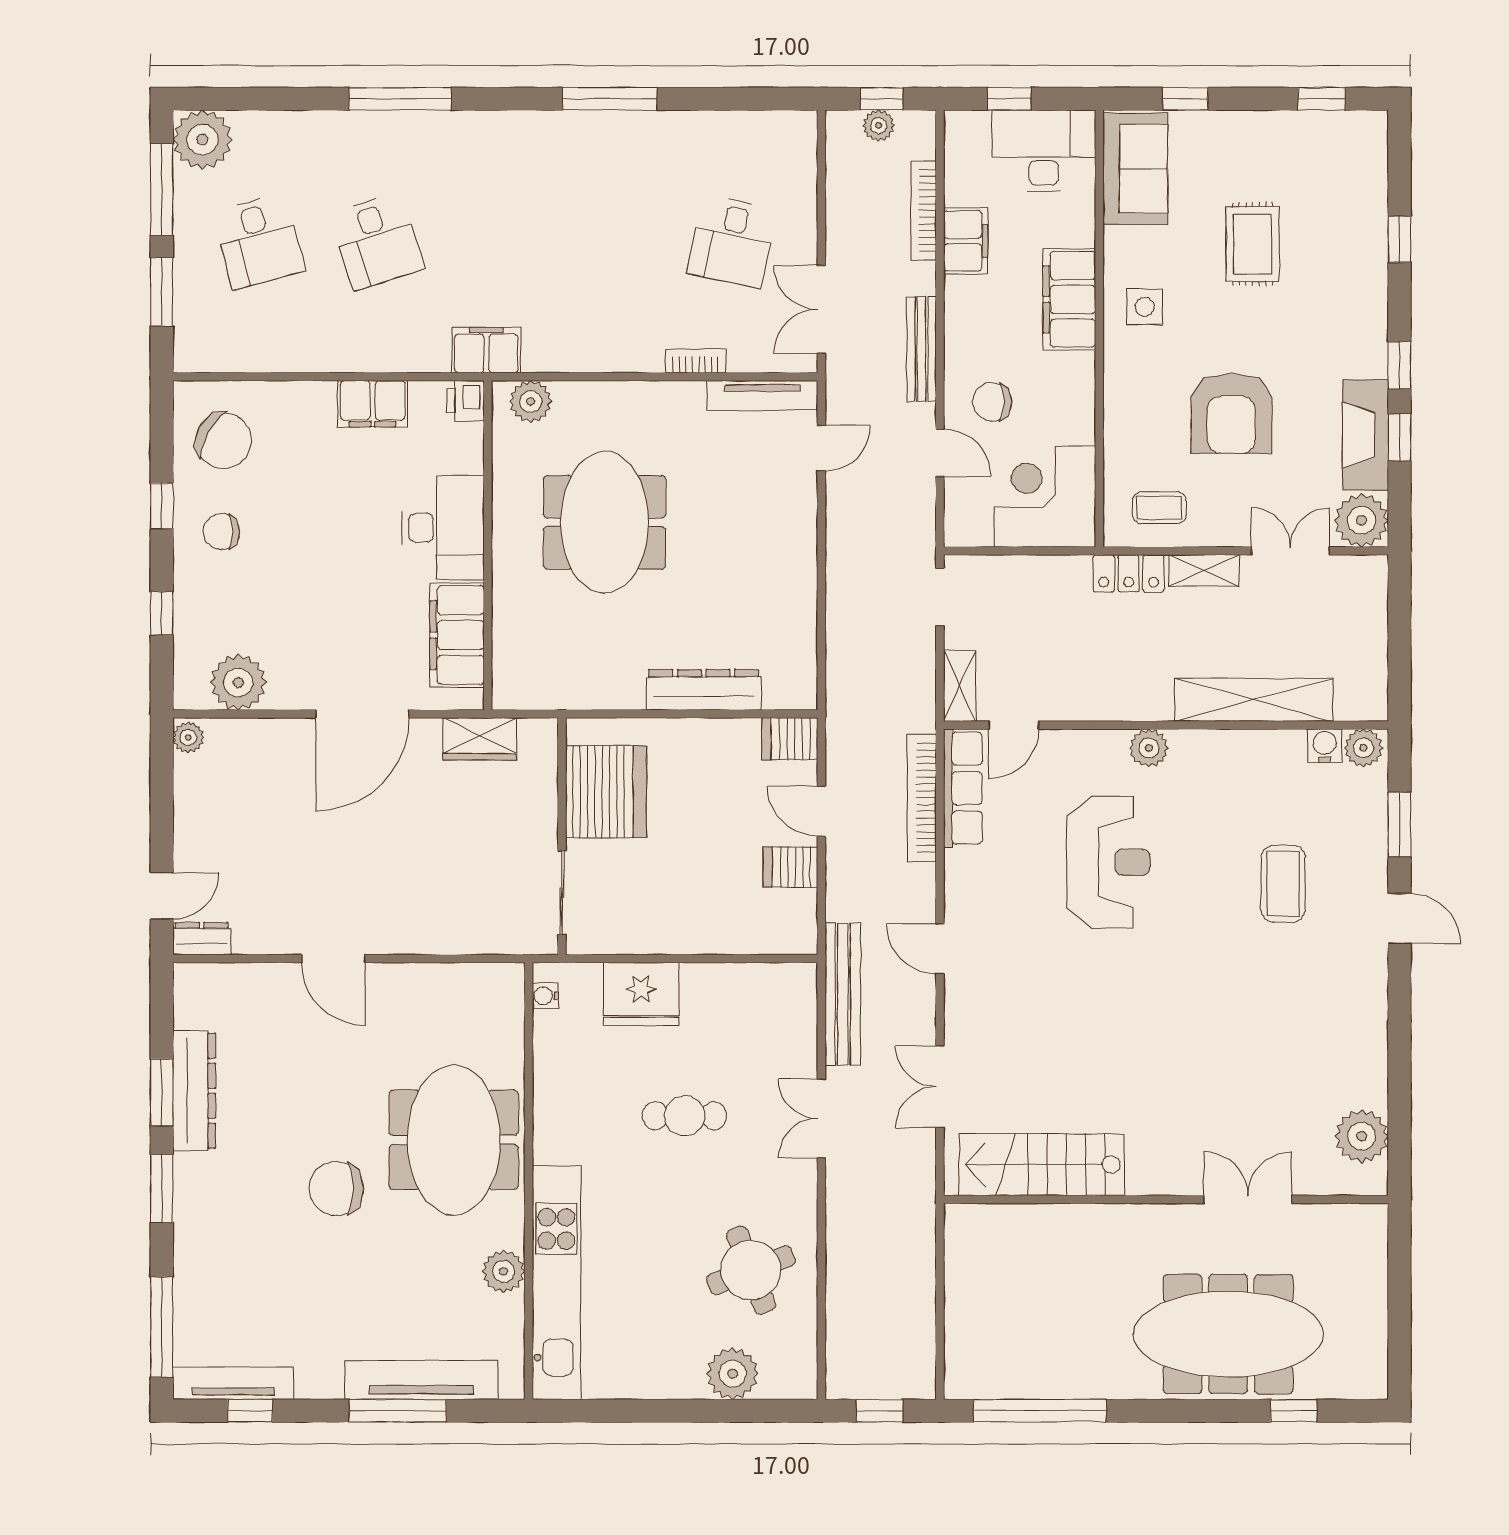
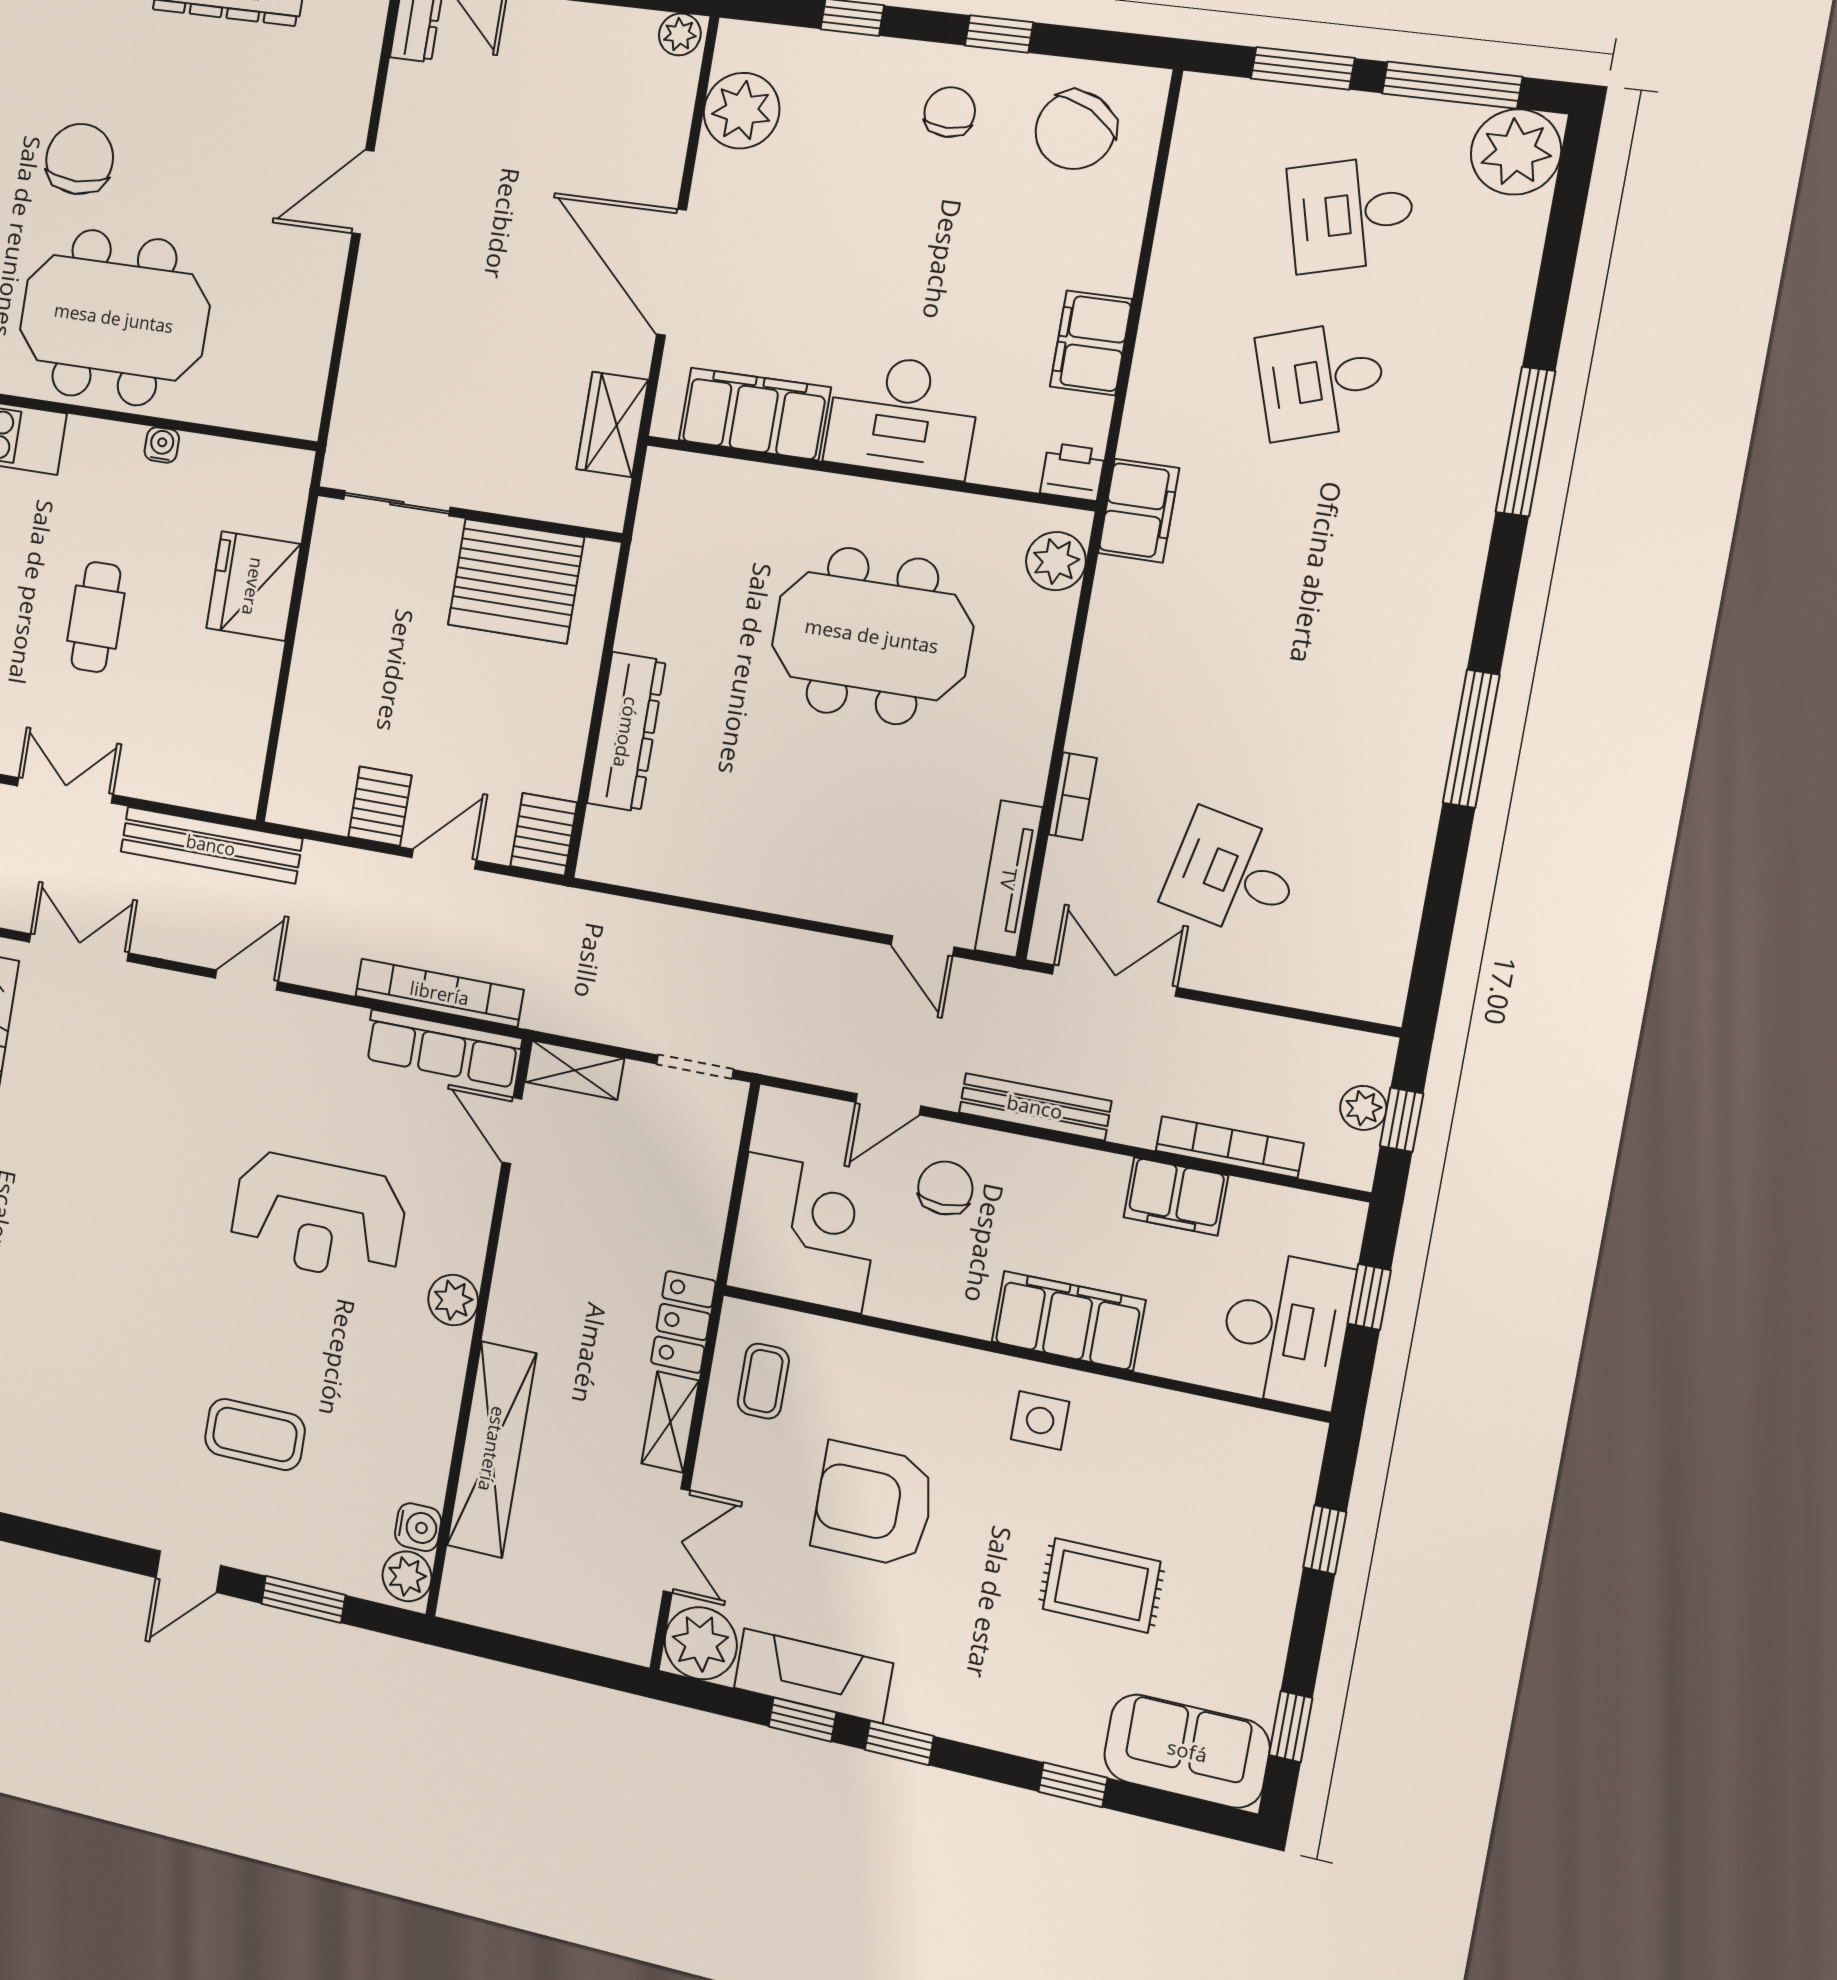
sofa: (1135, 169) -> (1187, 1751), moved, turned 180
water cooler: (545, 996) -> (162, 445), moved

